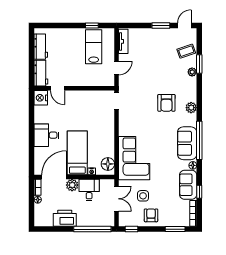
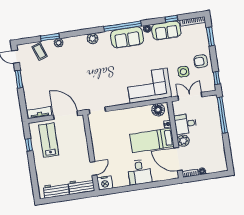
lab bench: (94, 47) -> (49, 140), turned 90
door: (116, 68) -> (66, 115), width x1.87
armchair: (166, 103) -> (92, 63), removed
printer: (65, 218) -> (216, 143), removed

